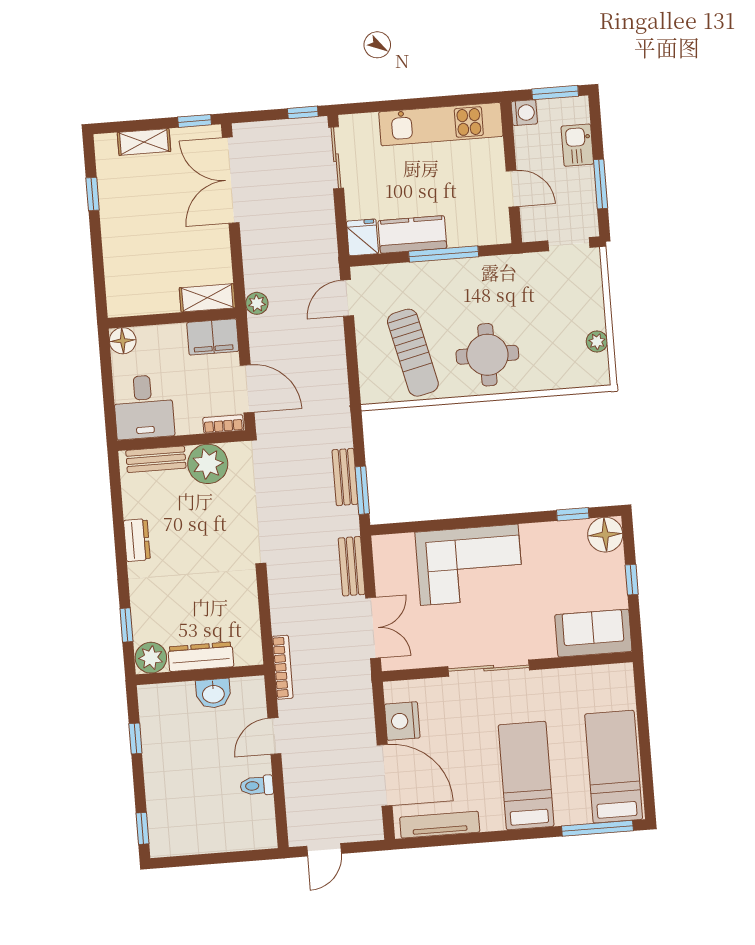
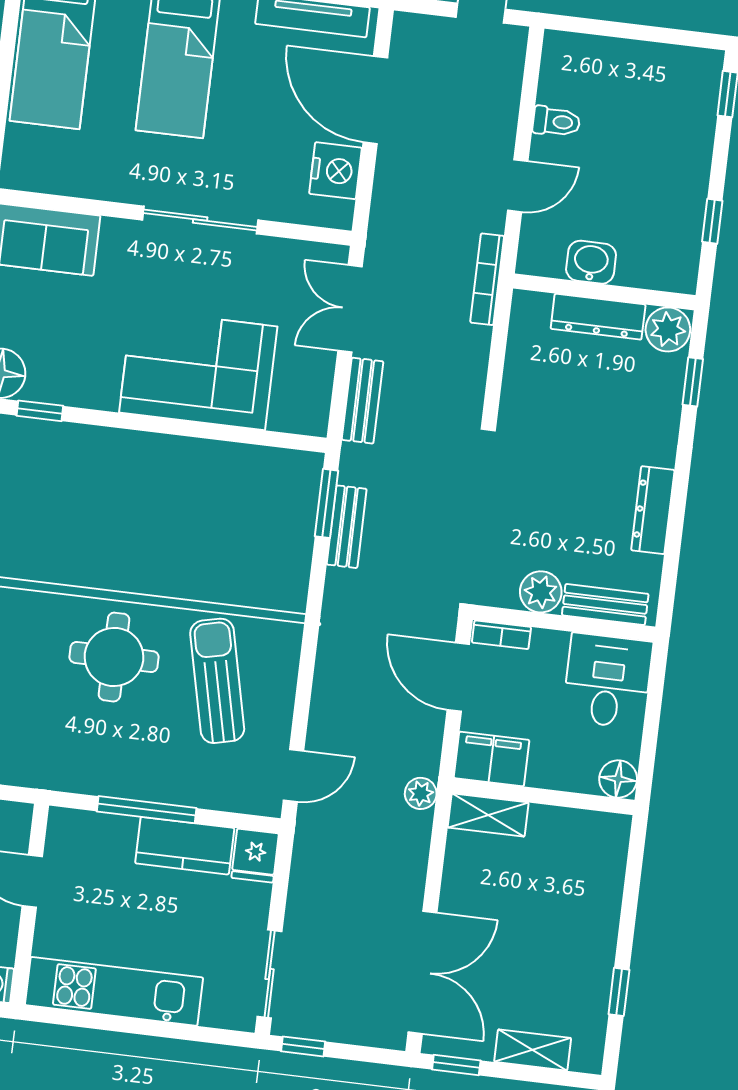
plant: (208, 464) -> (541, 592), width x0.73, depth x0.73
dresser: (137, 540) -> (653, 510), width x1.44

